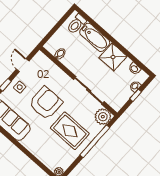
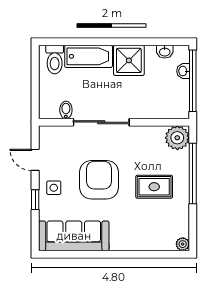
sliding door: (89, 91) -> (101, 122), moved
window: (136, 95) -> (193, 81), width x3.17
rug: (70, 131) -> (154, 187), width x0.73, depth x0.70

